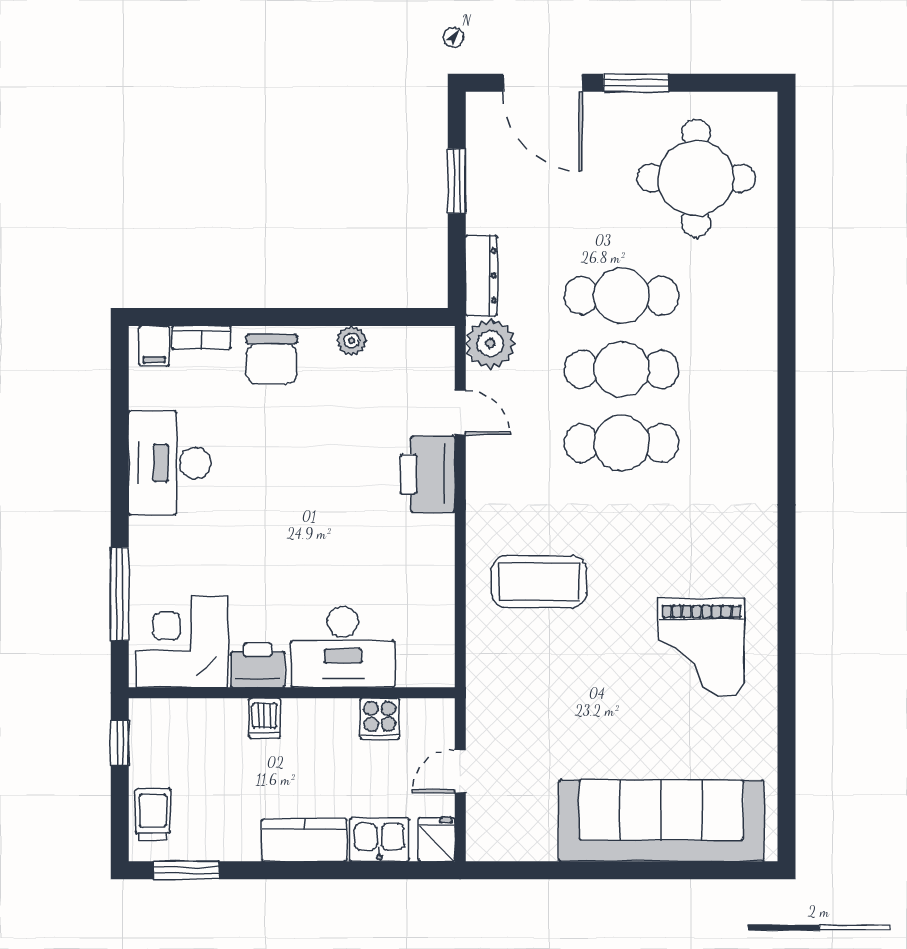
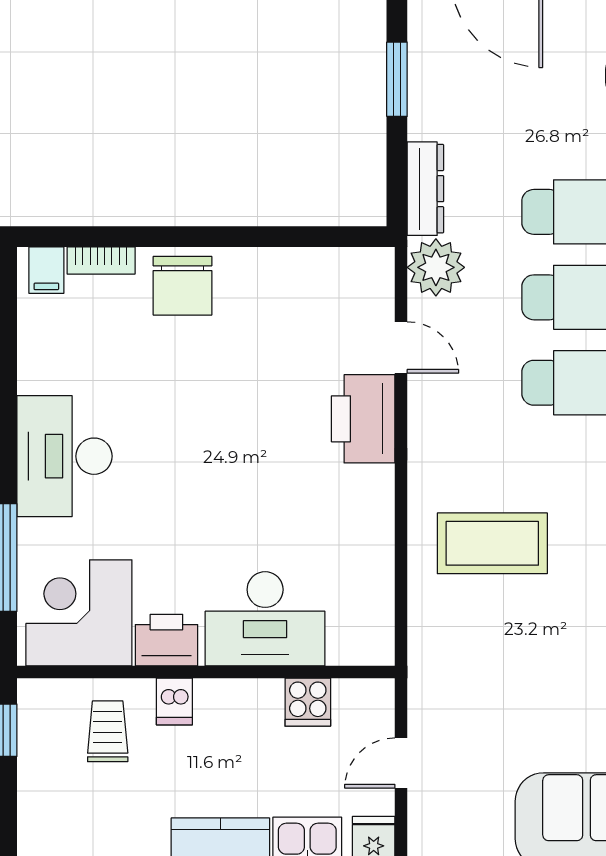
plant: (351, 340) -> (275, 264), removed
desk: (170, 463) -> (64, 456), moved
trolley: (153, 814) -> (108, 731), moved

